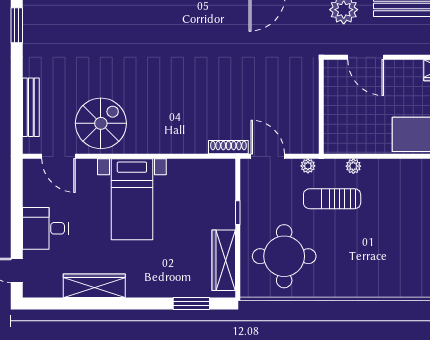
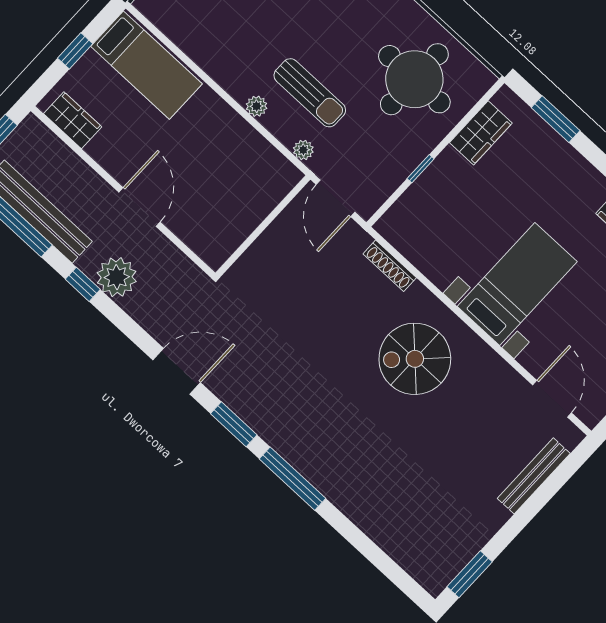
wall: (321, 107) -> (263, 226), moved
spiral stairs: (101, 123) -> (415, 359), moved
shoe rack: (228, 147) -> (390, 266), moved
wardrobe: (224, 260) -> (481, 133), width x0.67

